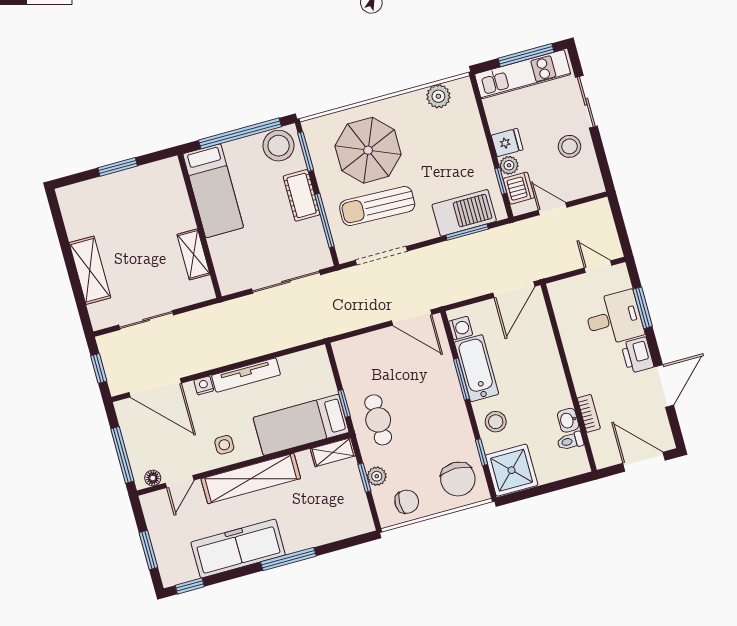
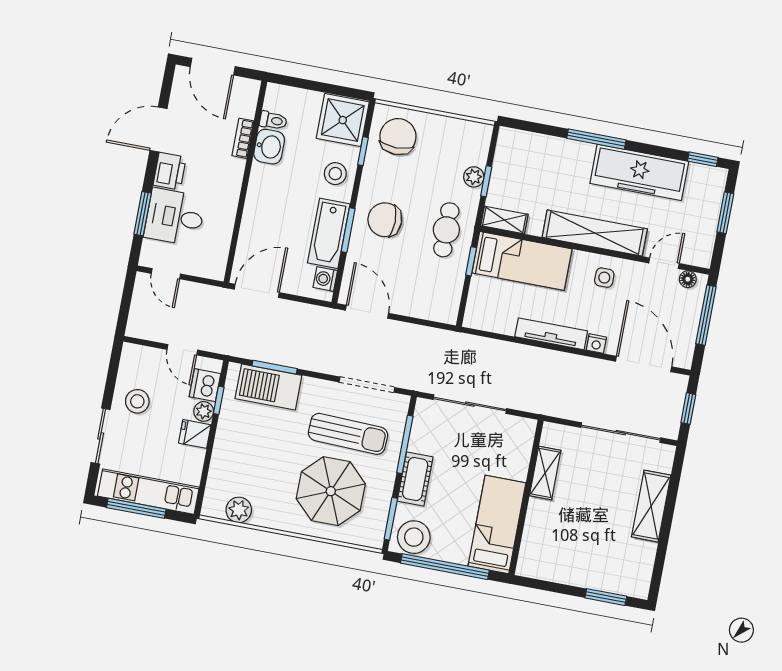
window: (118, 167) -> (606, 597), moved
sliding door: (146, 320) -> (621, 433), width x1.37
washbasin: (568, 420) -> (269, 147), width x1.38, depth x1.45
chair: (407, 502) -> (385, 220), moved, width x1.37, depth x1.37

